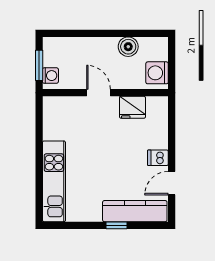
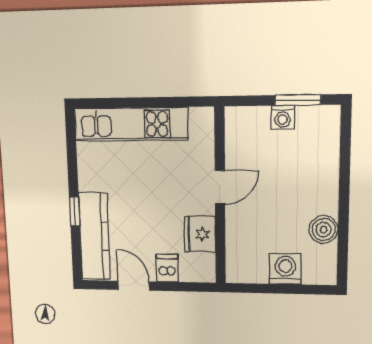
door: (99, 93) -> (220, 187), moved
wall: (105, 93) -> (220, 197), moved
fridge: (132, 107) -> (200, 234), moved

